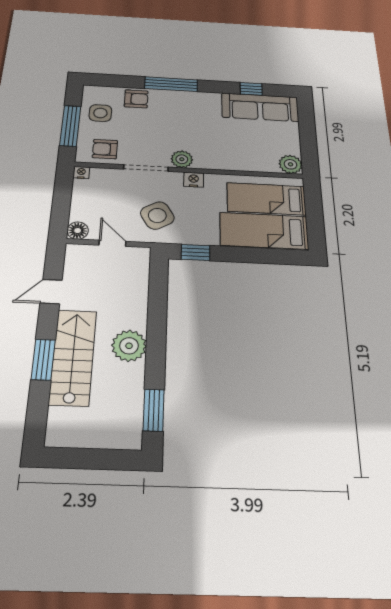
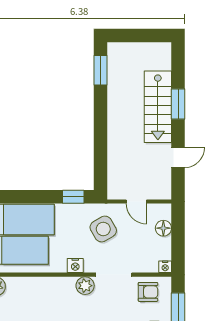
floor lamp: (78, 231) -> (163, 228), moved
plant: (129, 346) -> (120, 117), removed

